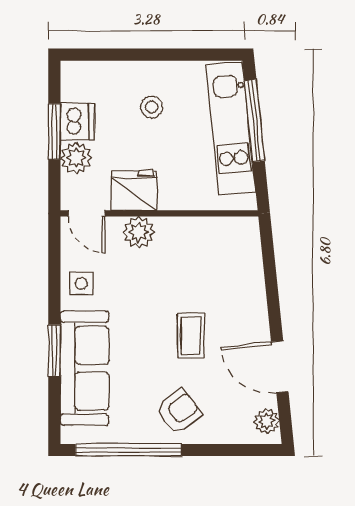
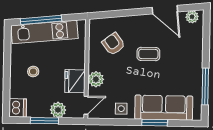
dishwasher: (77, 121) -> (18, 108), moved, turned 90
door: (280, 367) -> (165, 10), hinge flipped
armchair: (179, 411) -> (113, 44), moved
window: (128, 450) -> (205, 86), width x0.68

